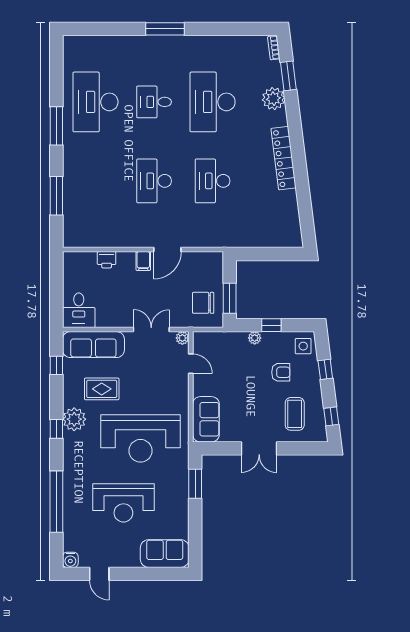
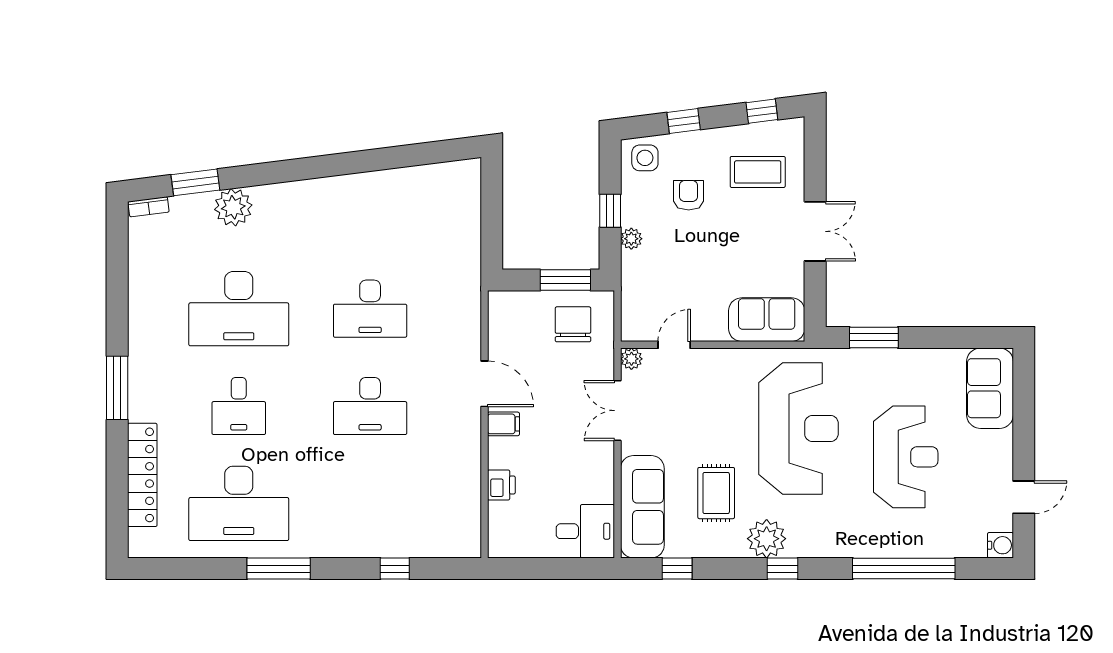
locker: (284, 158) -> (142, 475), moved, turned -83
window: (56, 196) -> (395, 569), width x0.46
chair: (203, 303) -> (573, 324), turned 180

